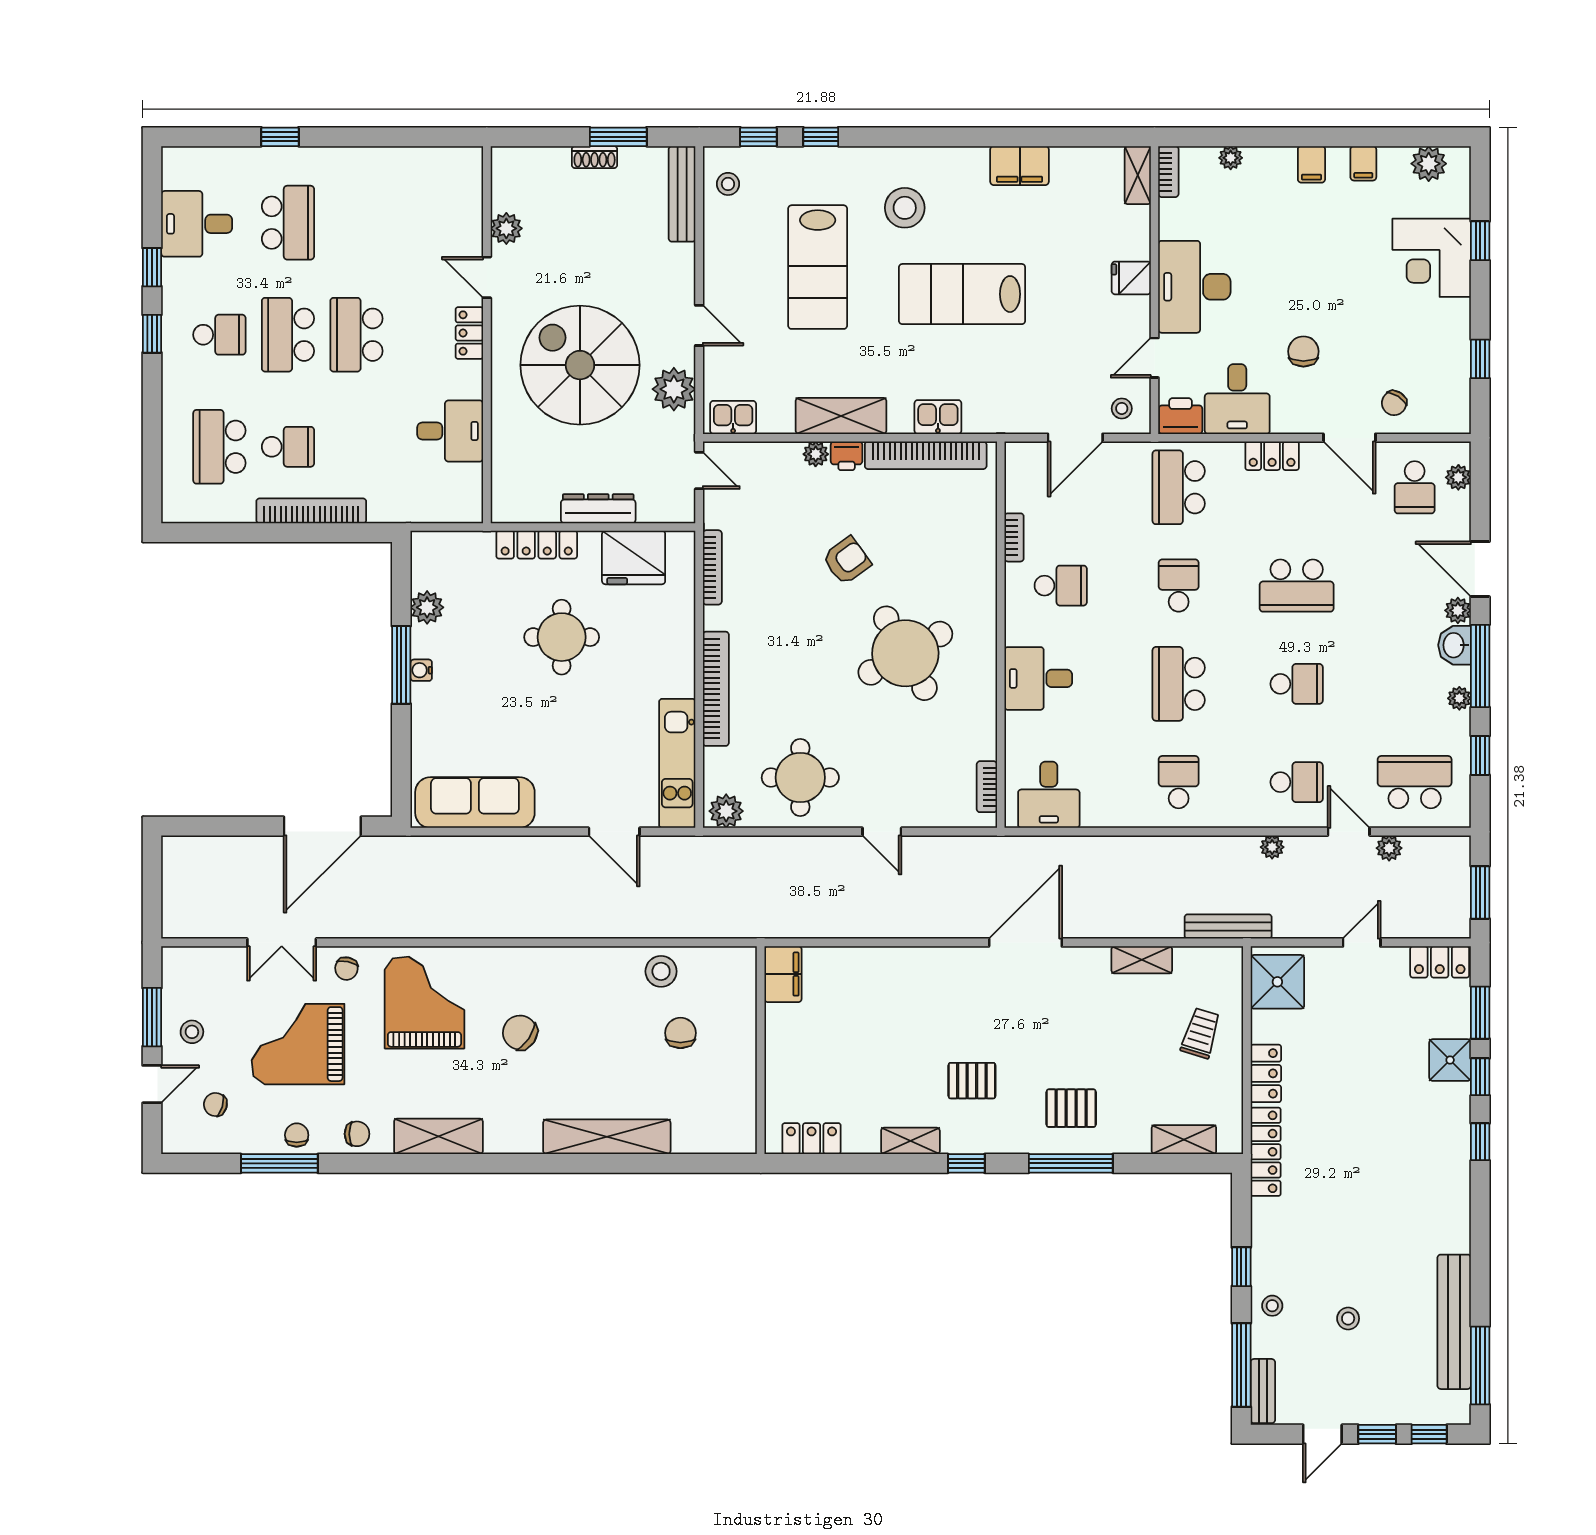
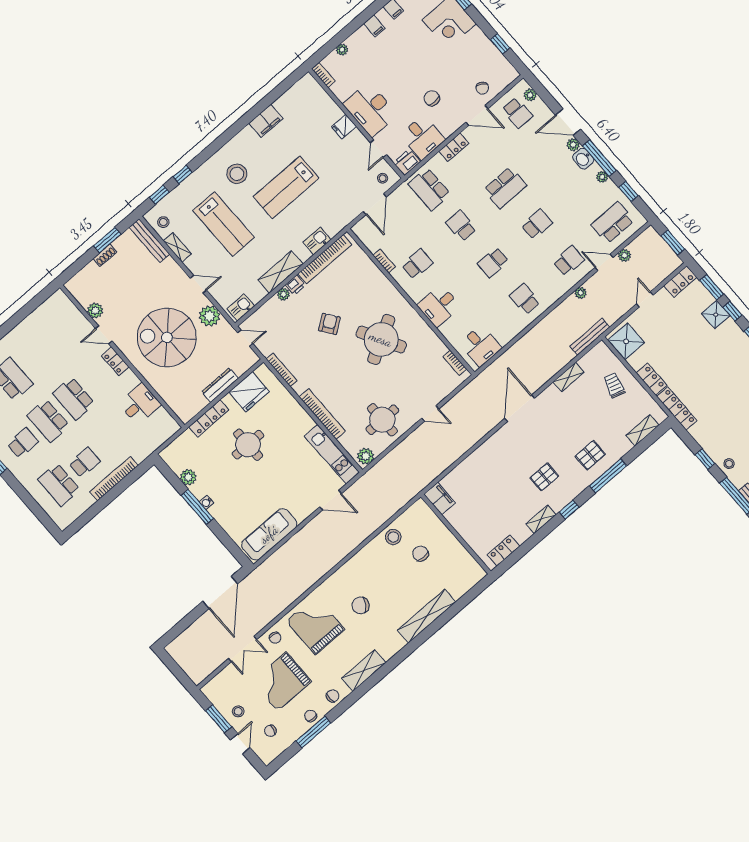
shelving: (1138, 175) -> (177, 247), moved
school desk: (1179, 684) -> (493, 262), width x0.54

